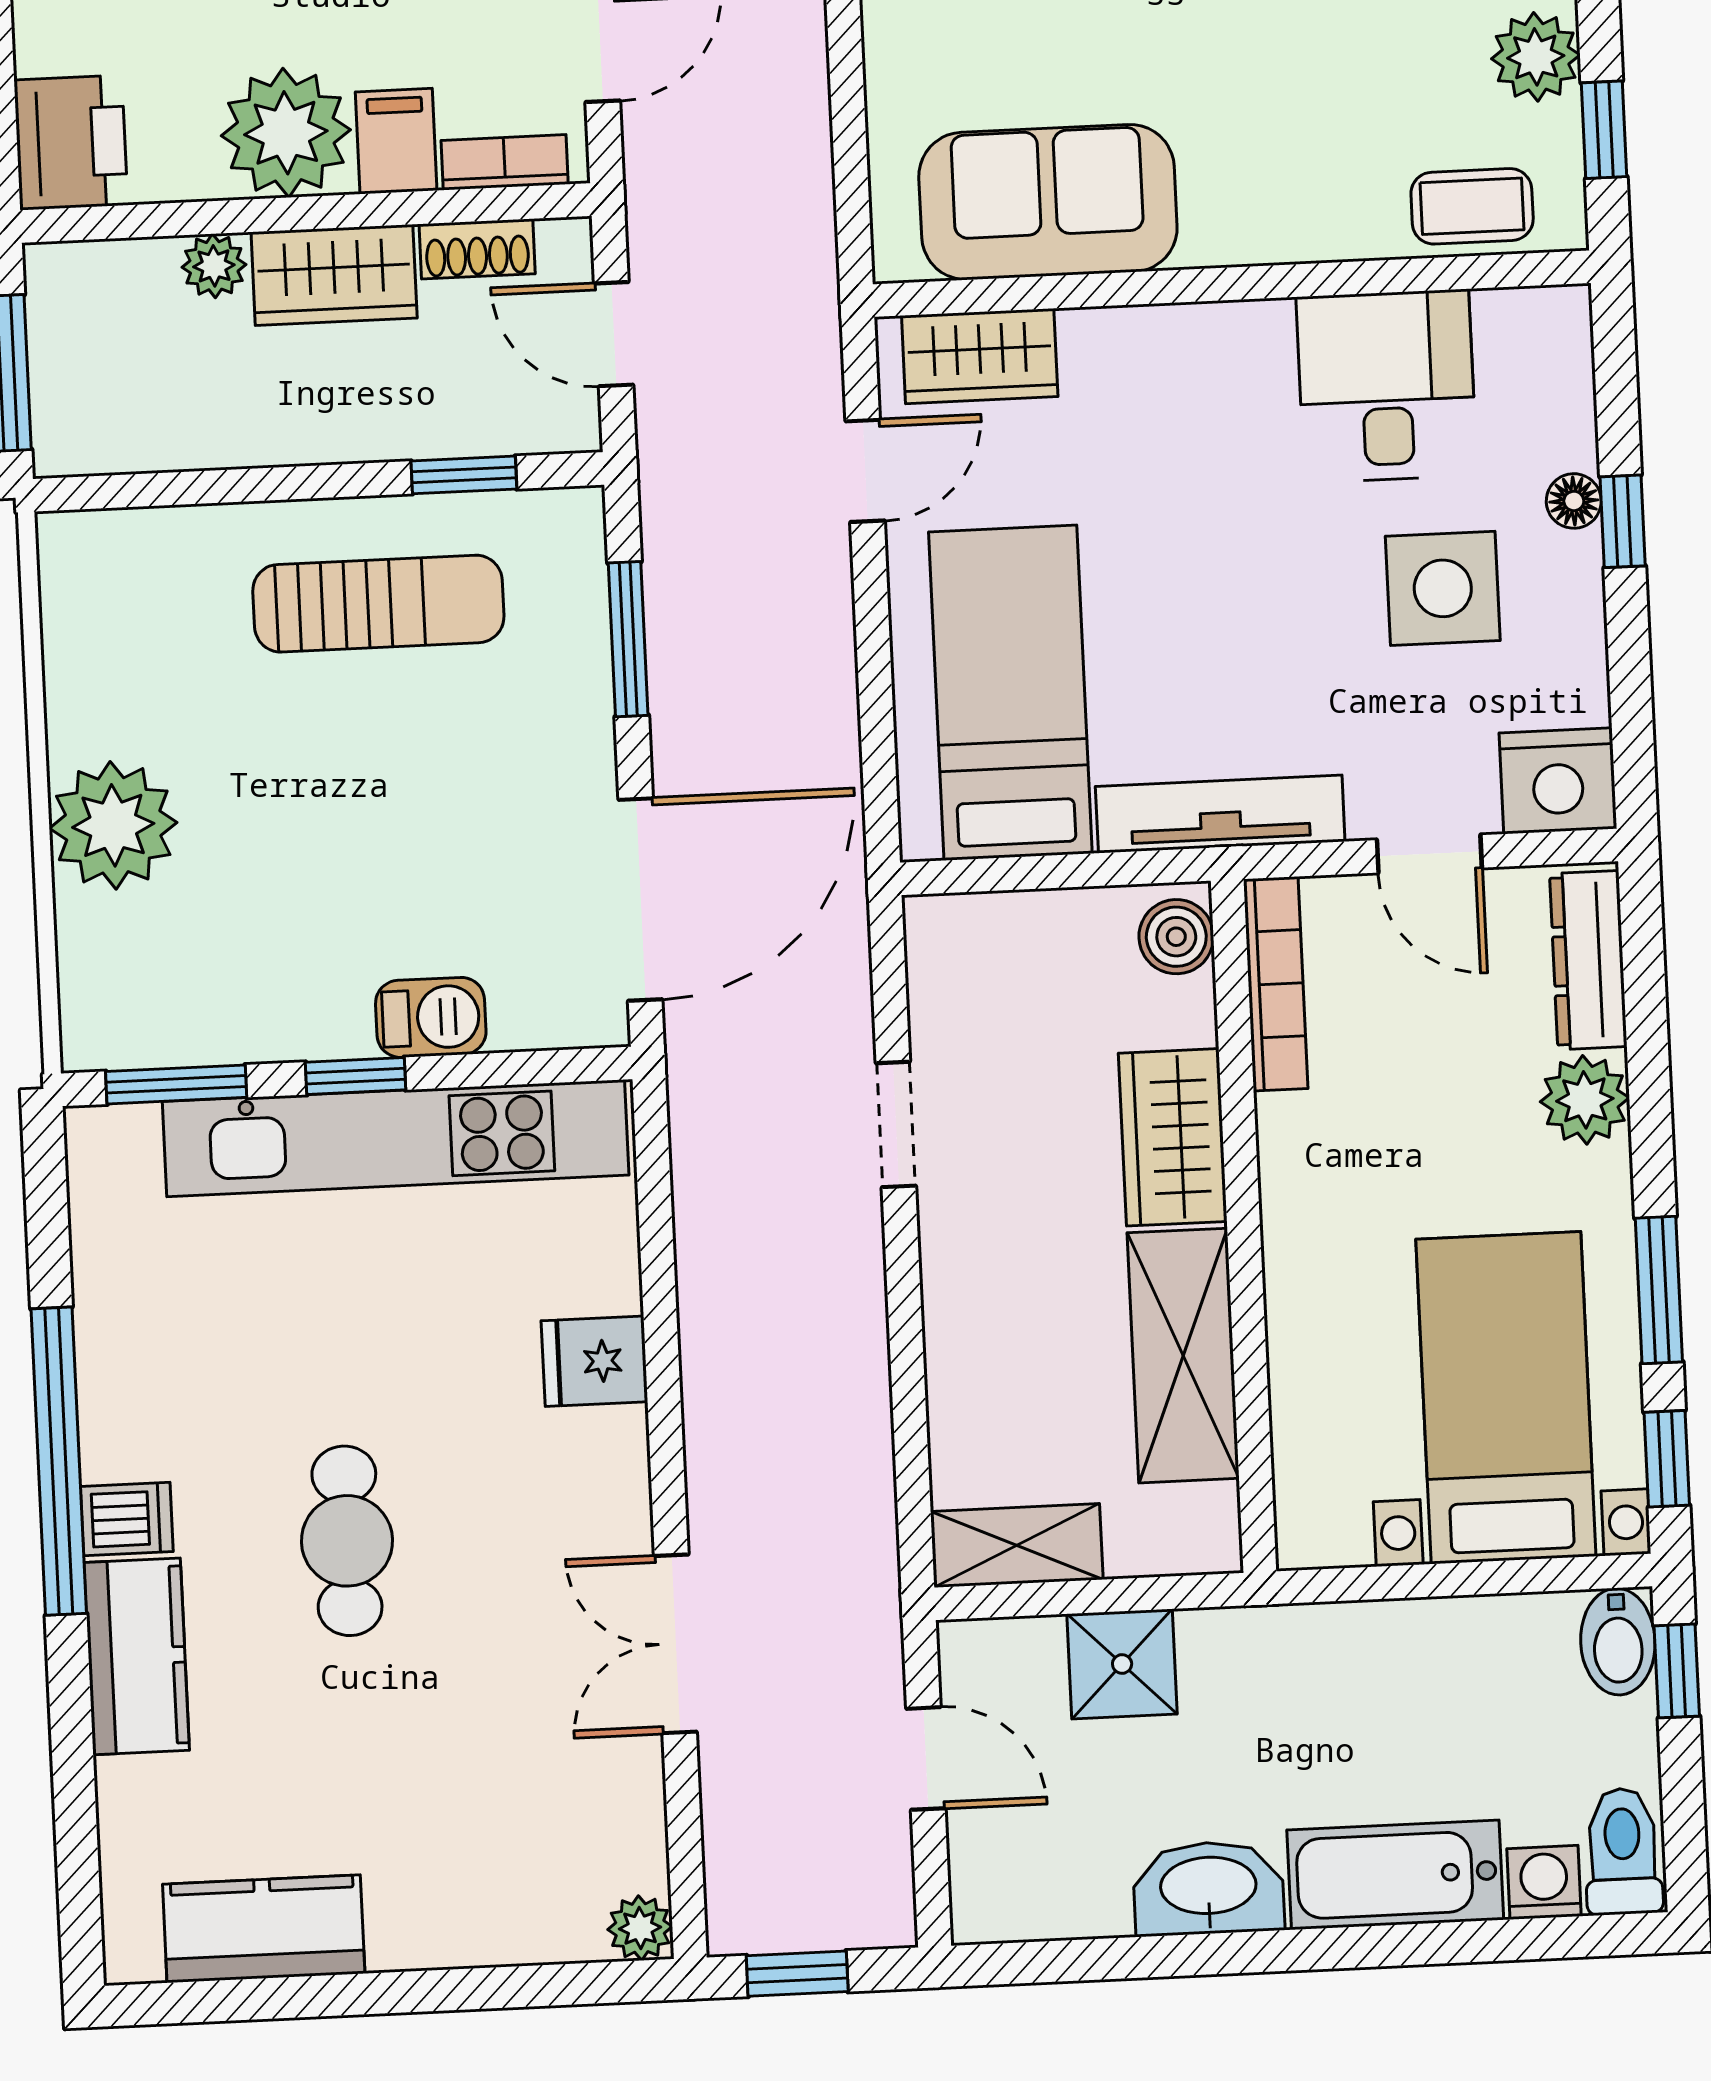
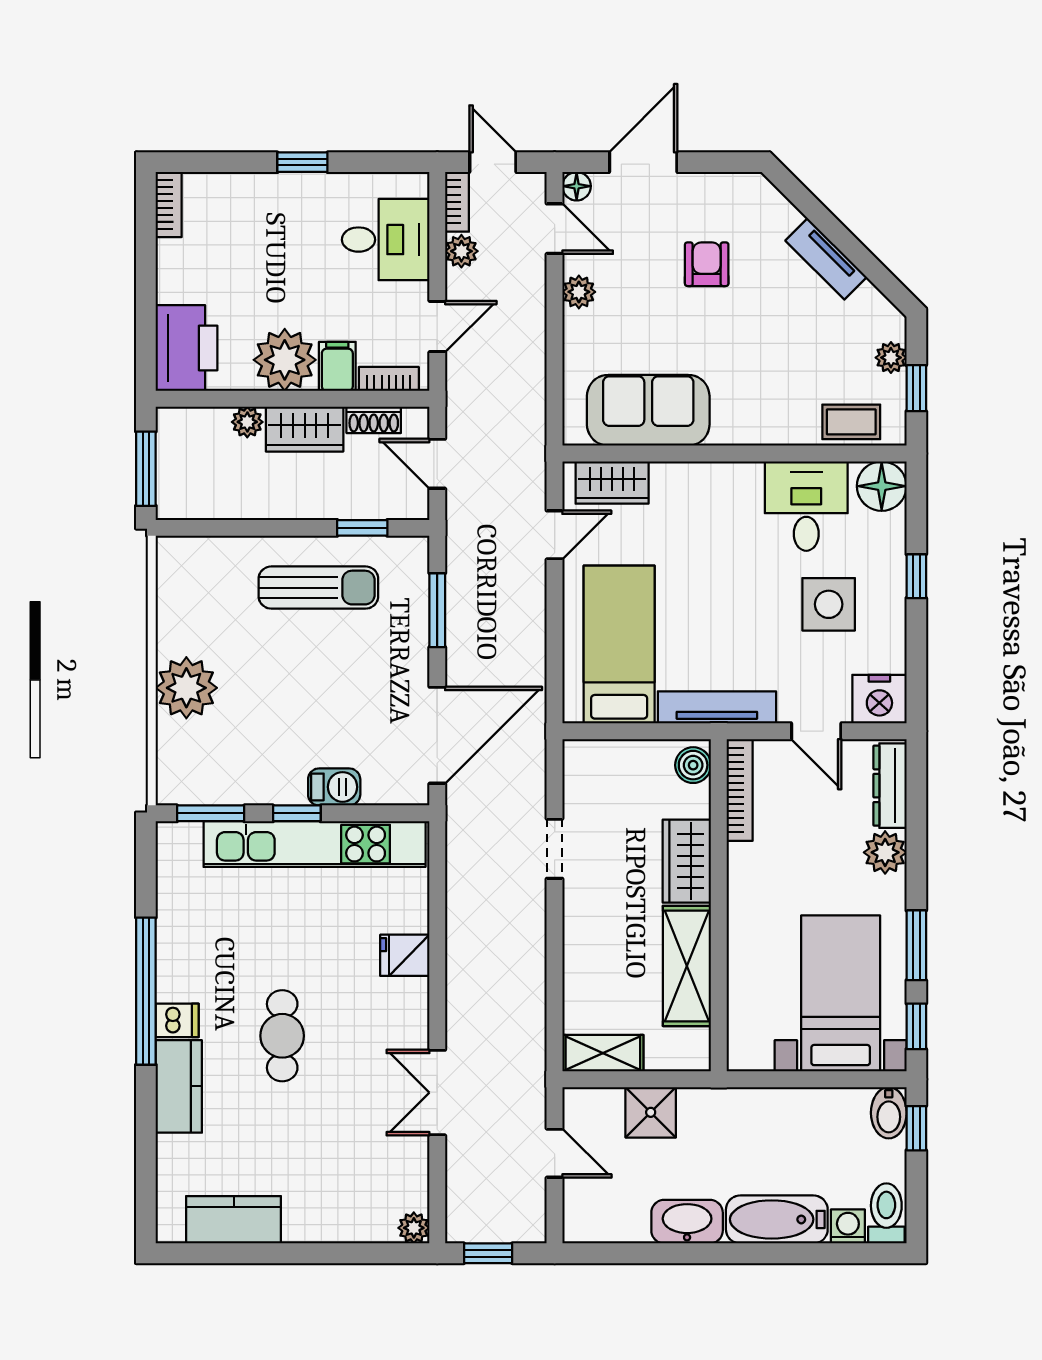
plant: (1536, 57) -> (891, 358), width x0.73, depth x0.73
printer: (71, 142) -> (187, 348), width x1.37, depth x1.19
floor lamp: (1574, 501) -> (882, 486), moved, width x1.89, depth x1.89

